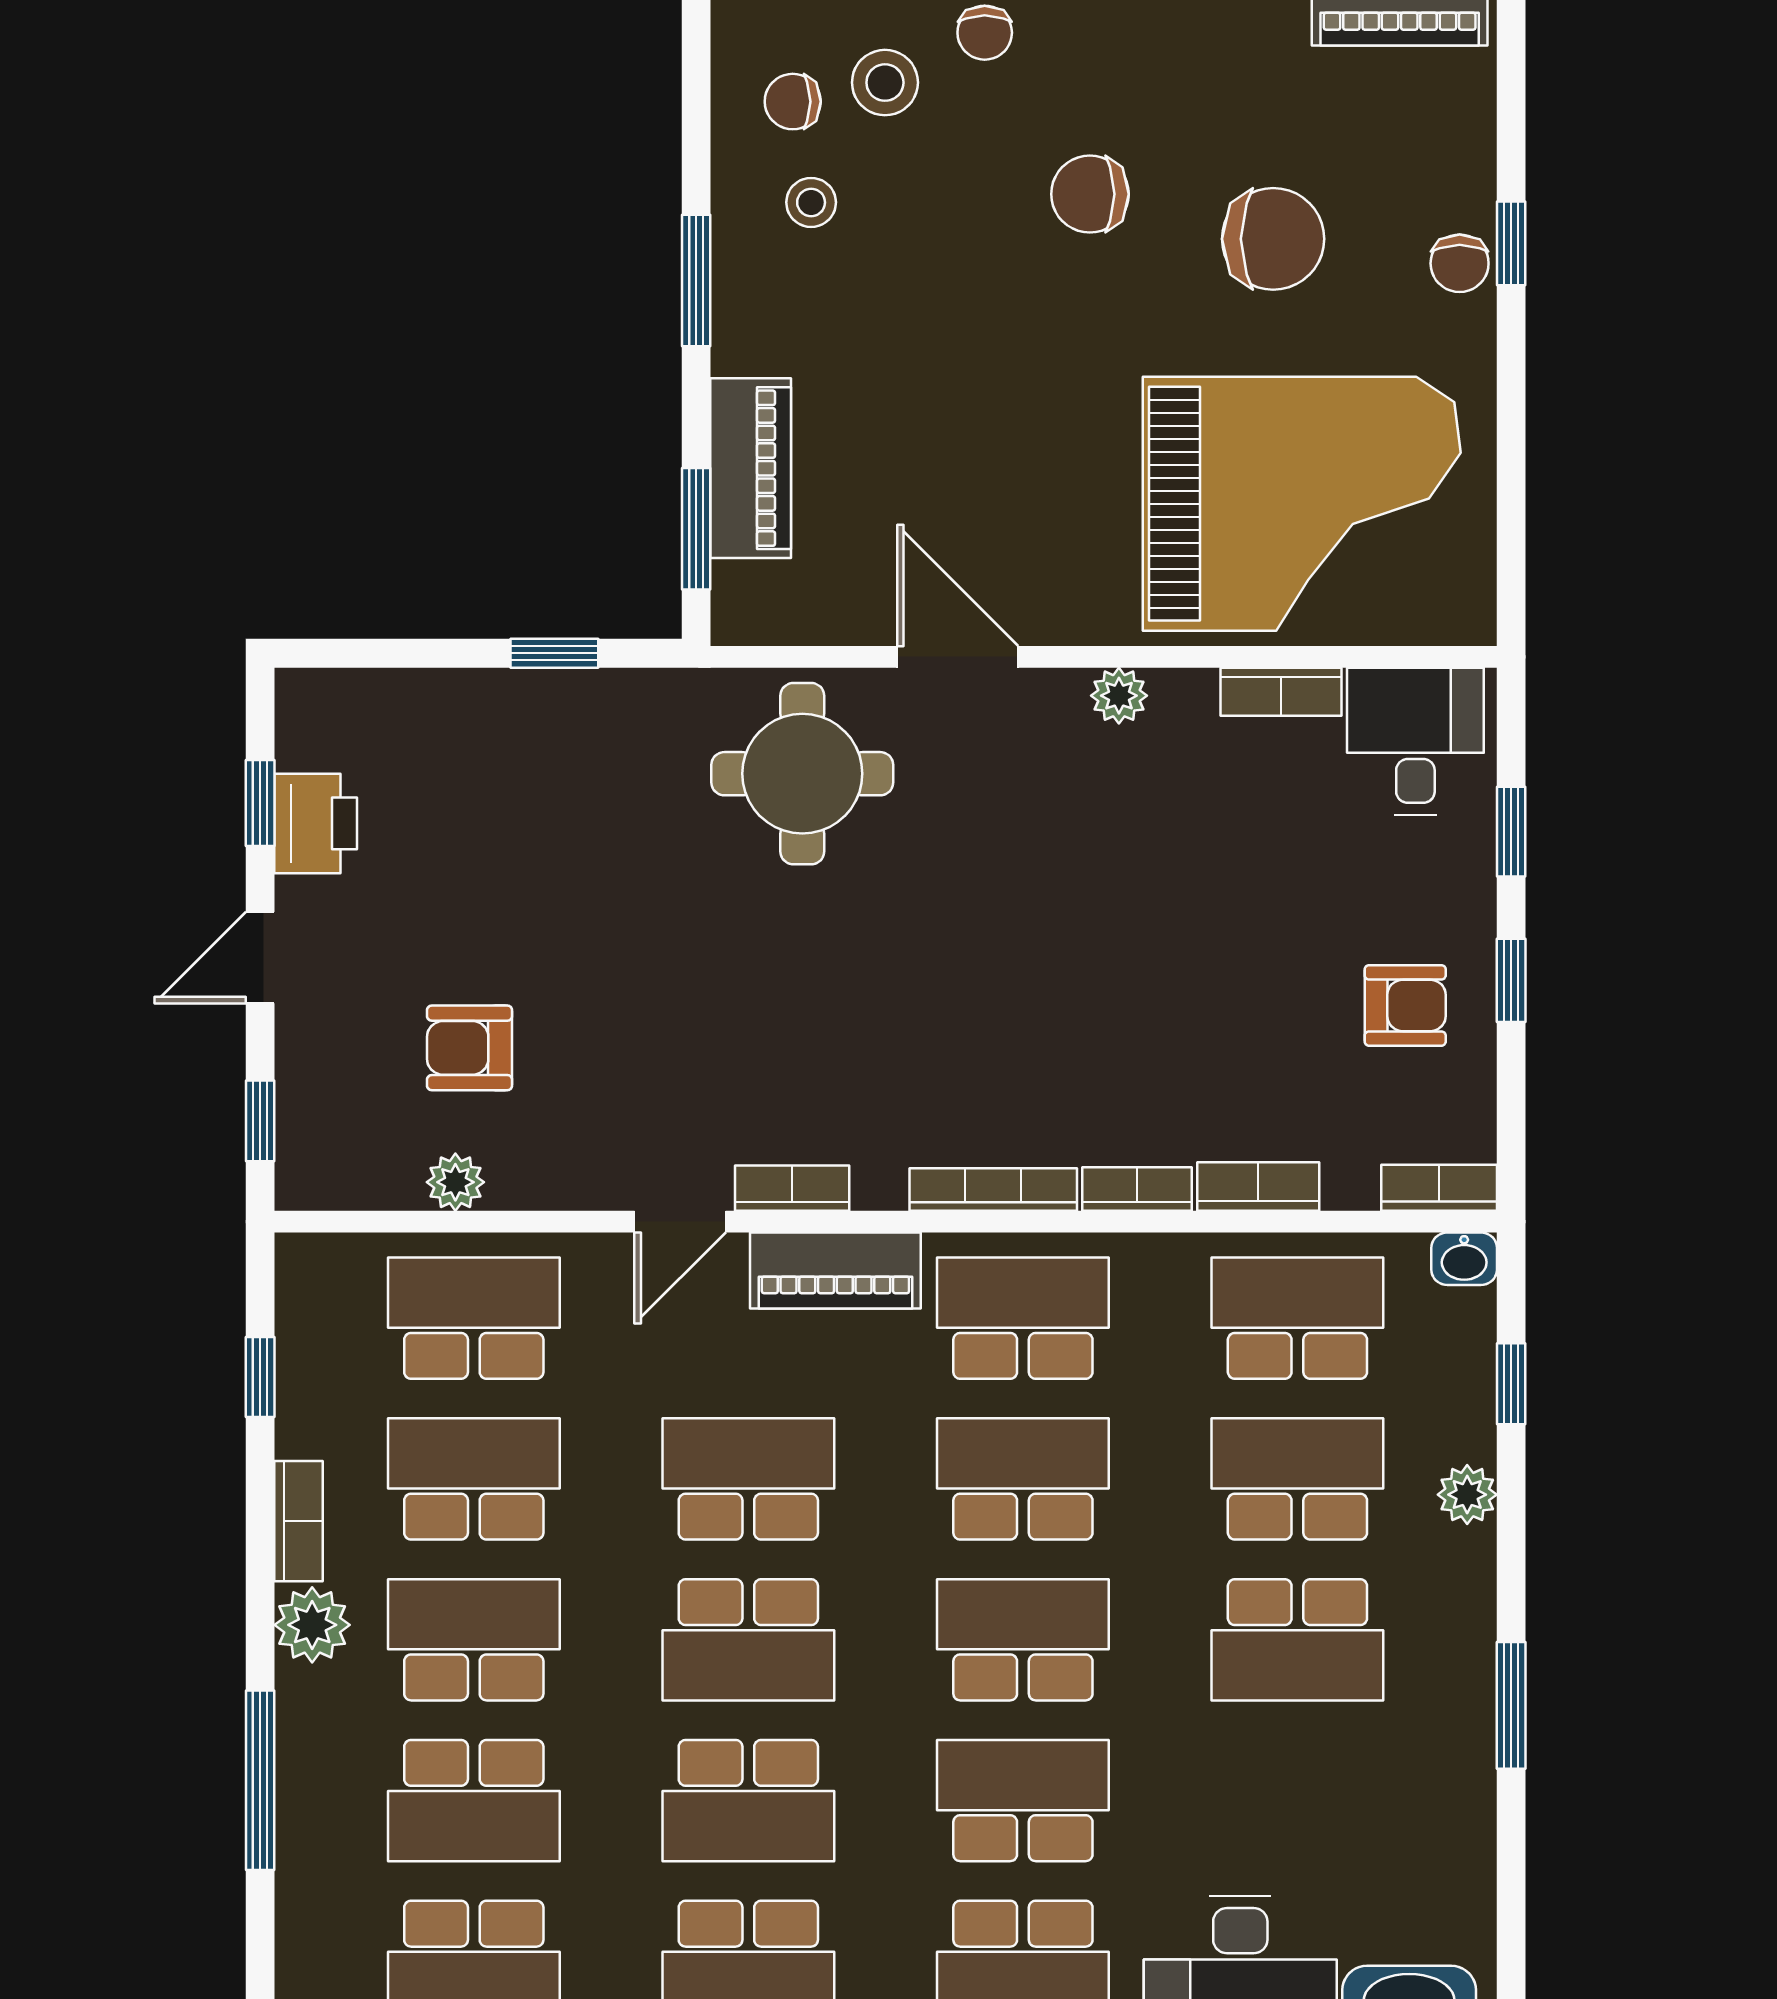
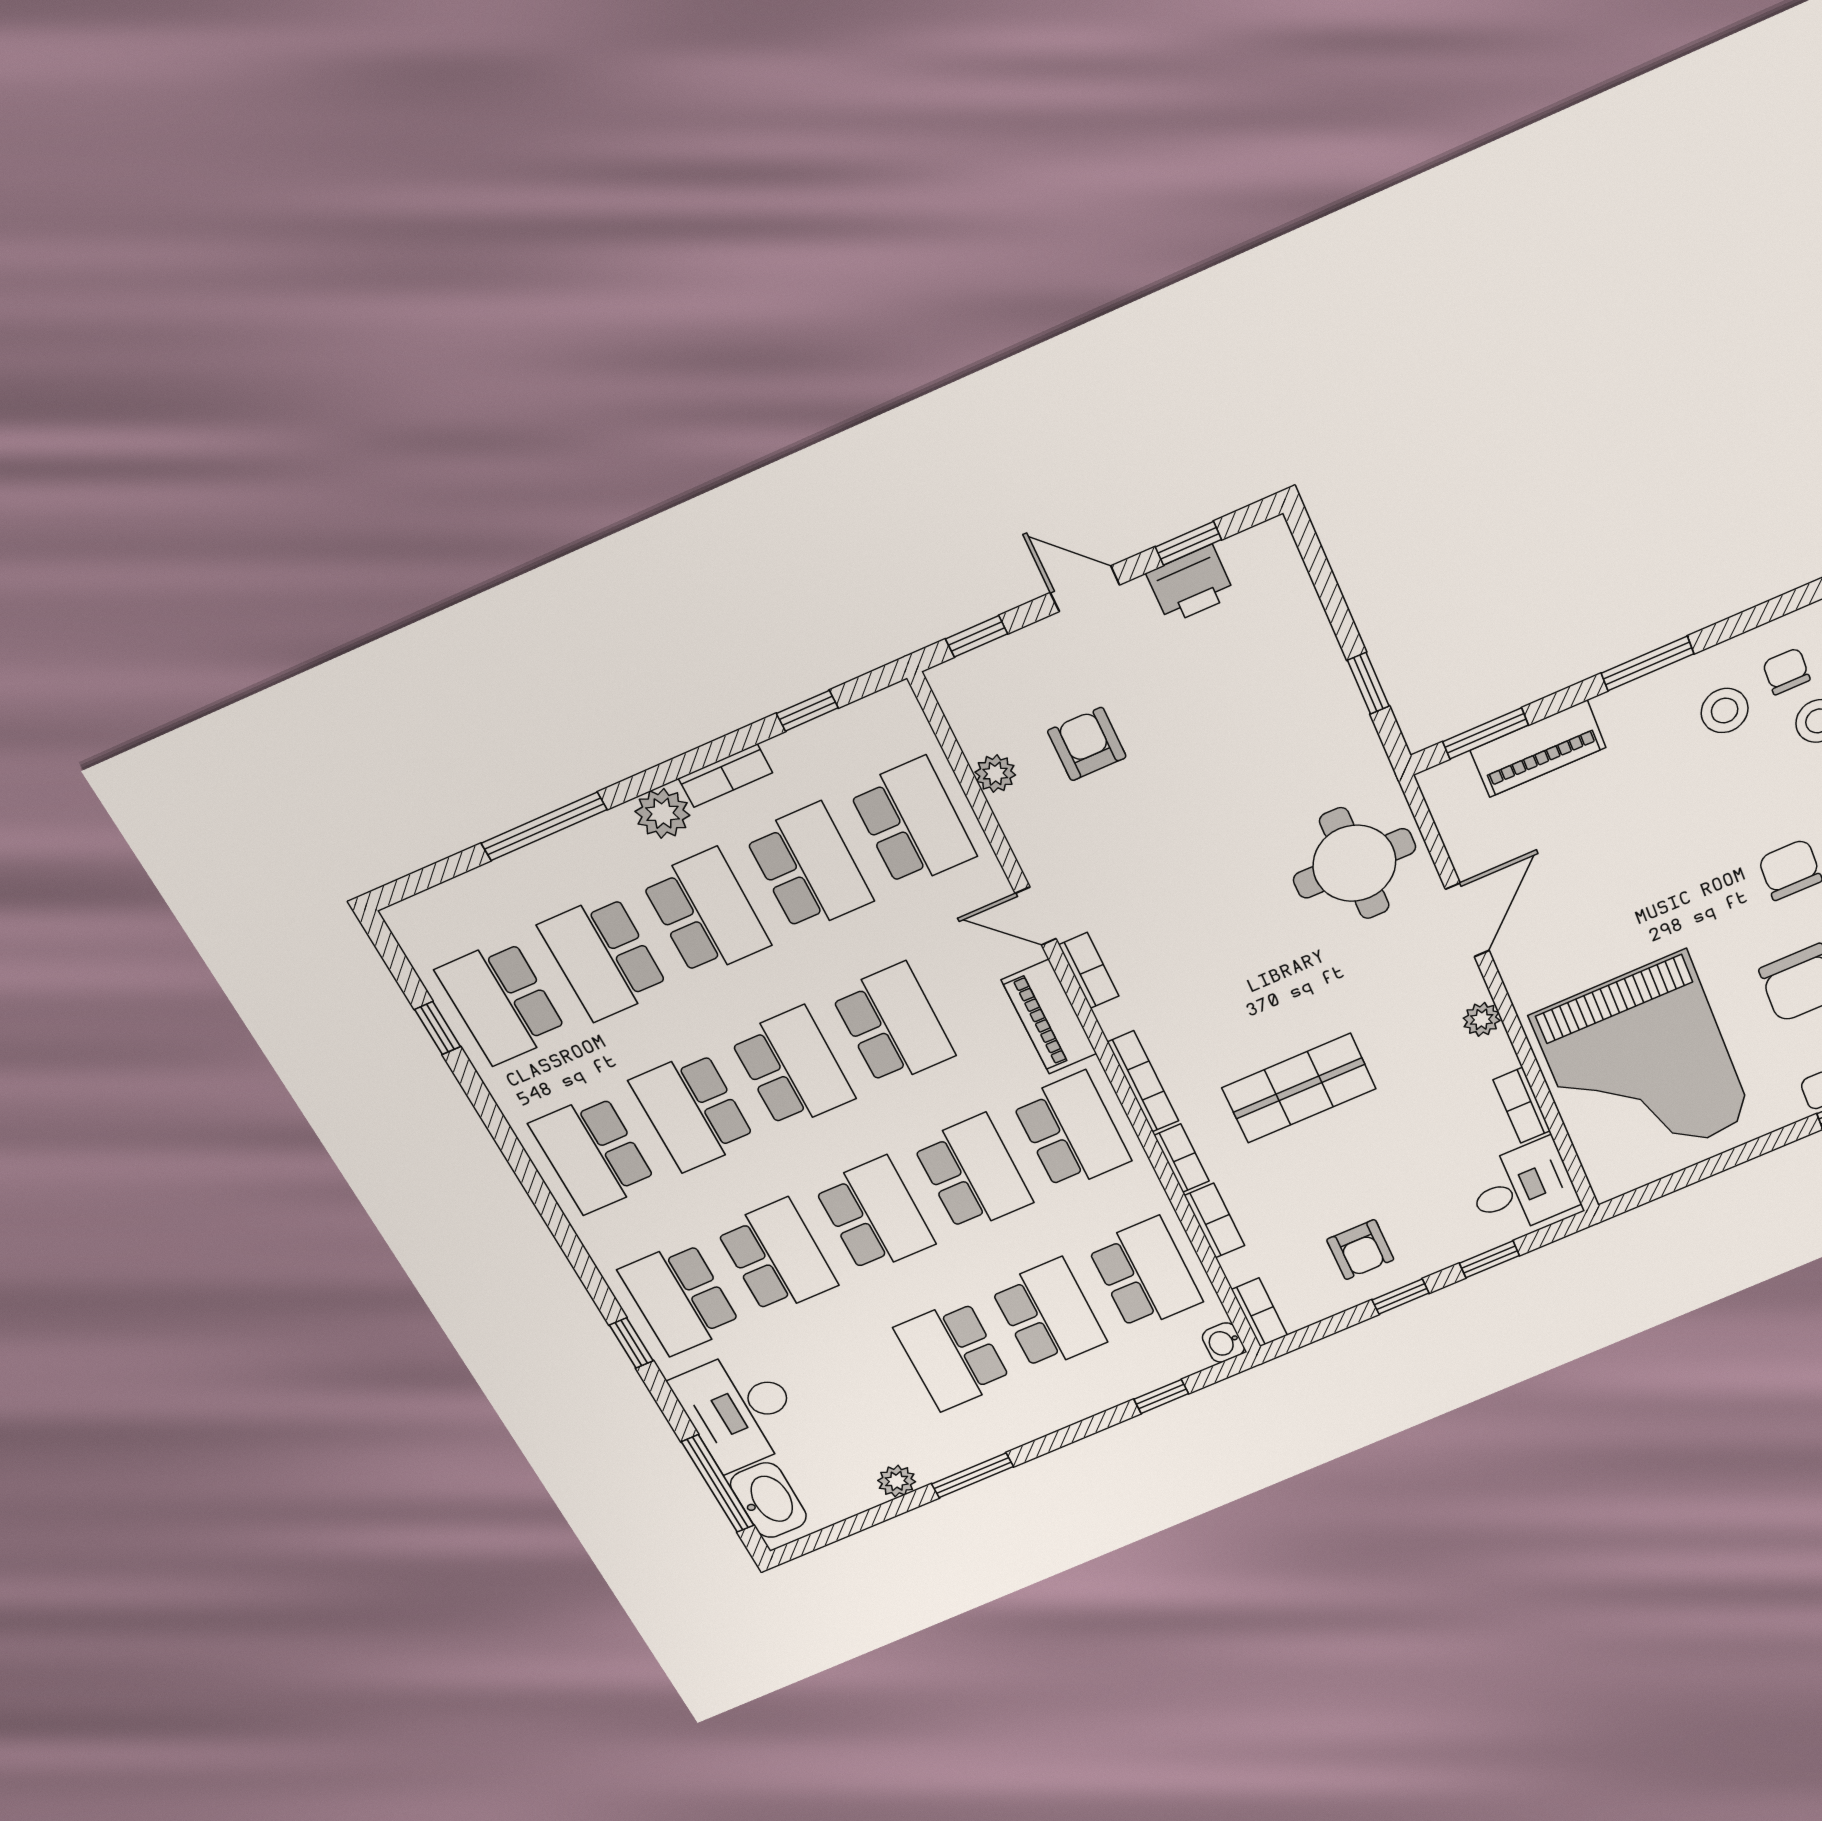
stool: (811, 202) -> (1725, 711), width x1.37, depth x1.37
shop shelf: (1106, 985) -> (1299, 1088), added
plant: (1467, 1495) -> (897, 1481), moved
school desk: (748, 1640) -> (793, 1068), turned 180

